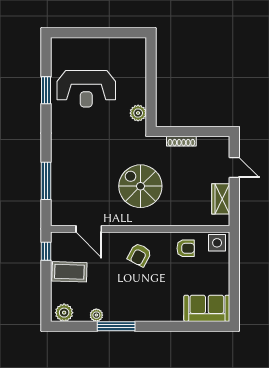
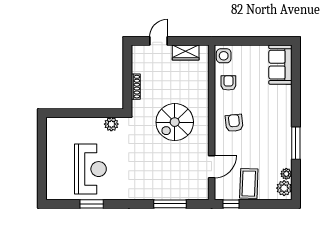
armchair: (139, 255) -> (234, 123), turned -124
plant: (96, 315) -> (286, 174), moved

